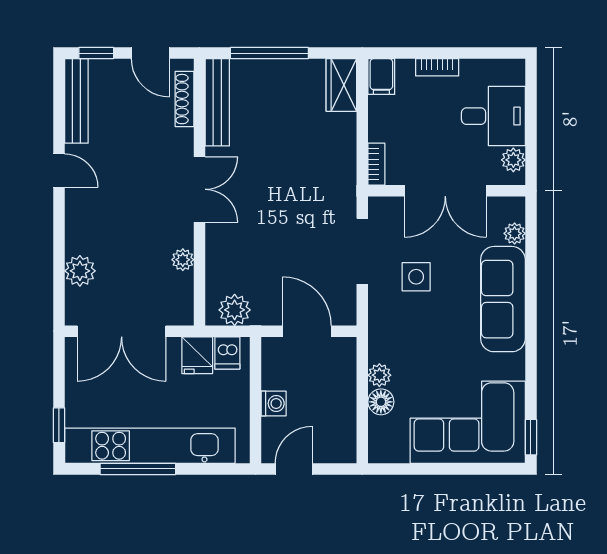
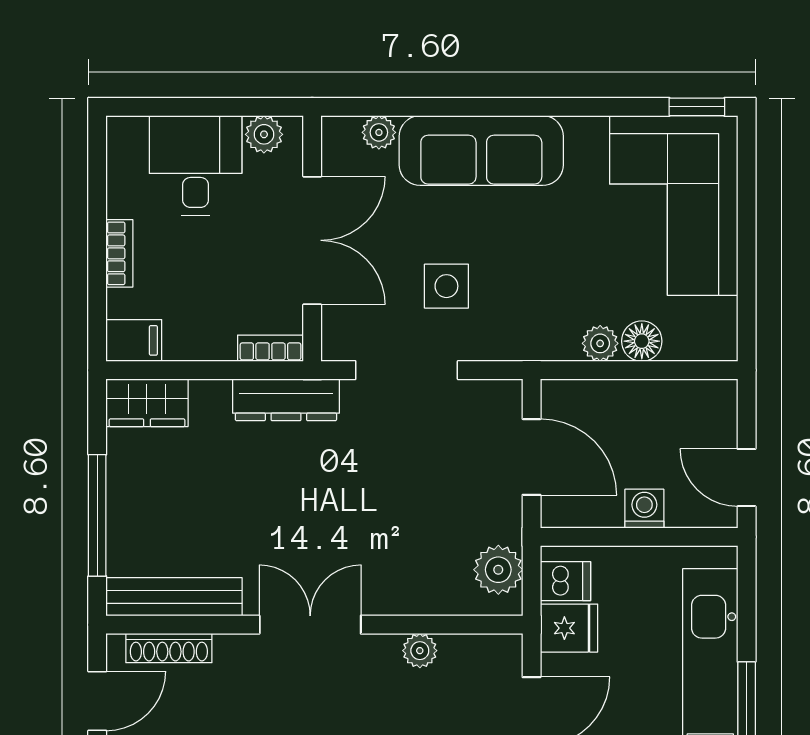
dresser: (343, 174) -> (286, 400), added
door: (307, 331) -> (532, 457), swing flipped

